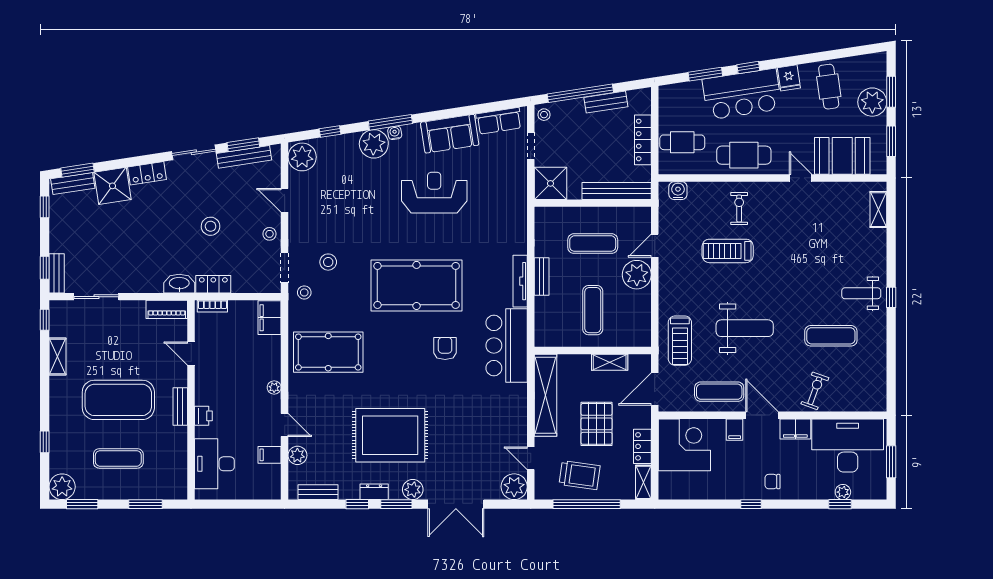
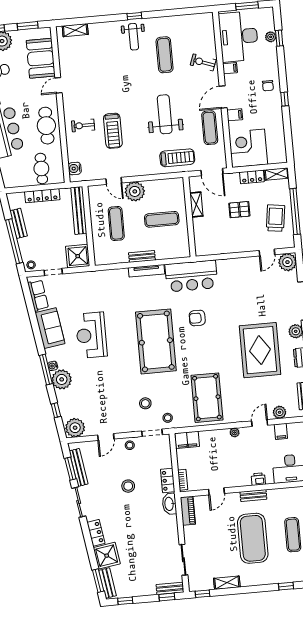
shelving: (546, 395) -> (223, 246), removed
pallet: (597, 424) -> (239, 210), width x0.67, depth x0.71
filing cabinet: (795, 429) -> (230, 68), width x0.50

